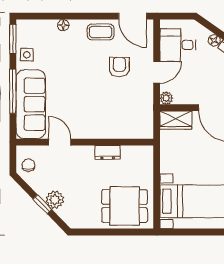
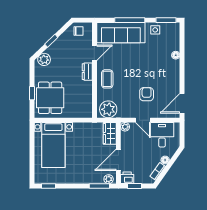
coffee table: (101, 32) -> (107, 79), moved
armchair: (119, 67) -> (147, 94), turned -90
plant: (141, 122) -> (108, 109), added
dresser: (108, 152) -> (87, 72), moved
plant: (55, 200) -> (44, 59), moved
window: (118, 232) -> (32, 93), added

